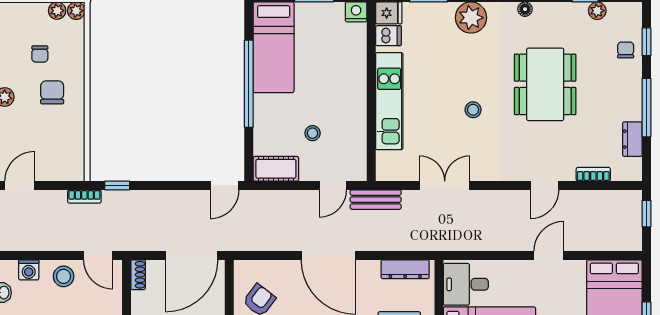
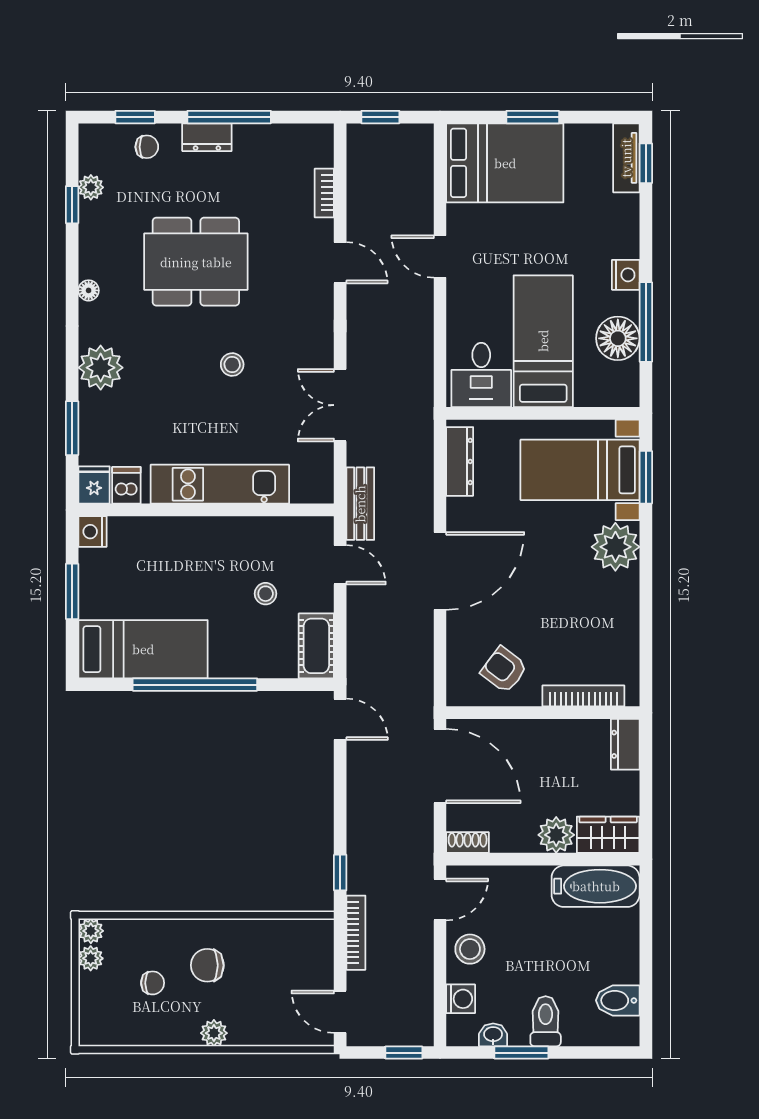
chair: (626, 50) -> (147, 147), turned 180
dresser: (632, 139) -> (207, 137), moved
bookcase: (84, 197) -> (356, 933), width x1.56

